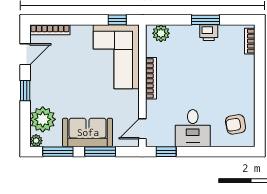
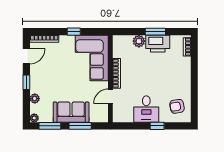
window: (117, 20) -> (74, 32), moved
plant: (161, 33) -> (139, 41), moved
printer: (209, 33) -> (158, 44), width x1.87, depth x1.48
plant: (43, 119) -> (35, 99), width x0.53, depth x0.53
door: (142, 129) -> (110, 96), moved
window: (166, 152) -> (157, 126), moved

